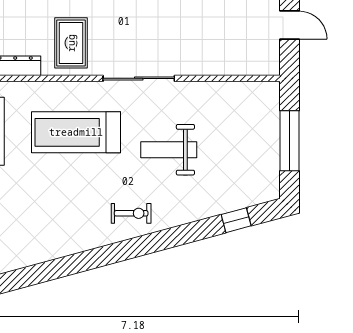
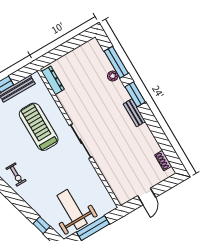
rug: (71, 43) -> (79, 100), removed
weight bench: (169, 150) -> (72, 209), moved, width x1.36, depth x1.33

